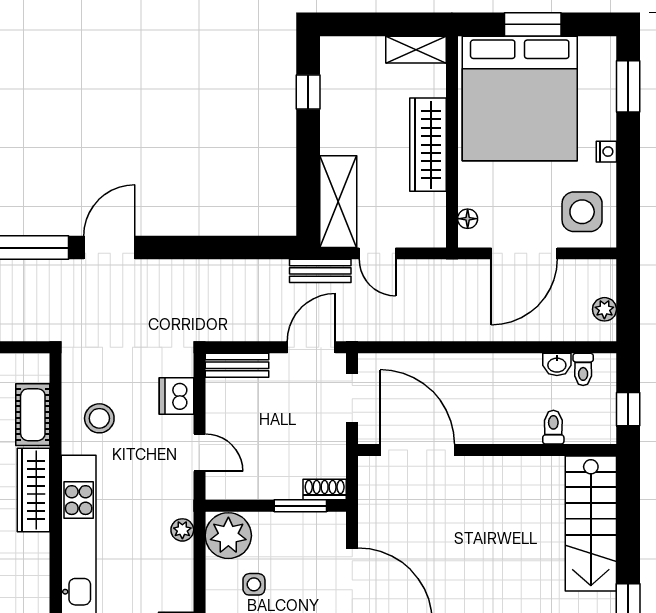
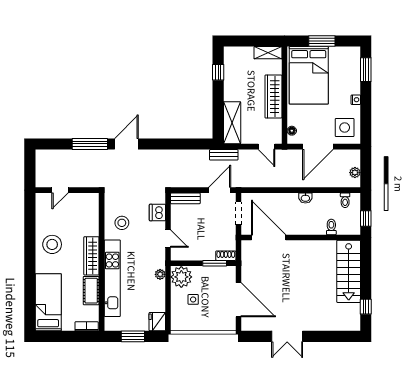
bed: (520, 99) -> (309, 75), width x0.73
door: (377, 253) -> (266, 147), moved
washbasin: (557, 364) -> (305, 198), moved
cot: (33, 415) -> (91, 291), moved

